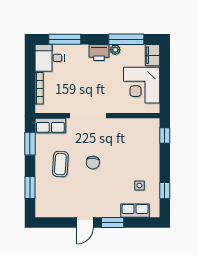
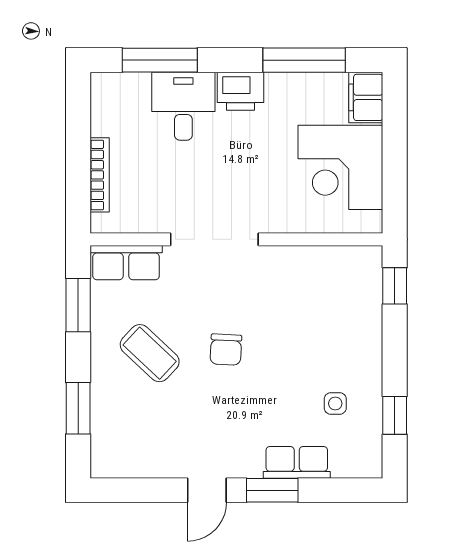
plant: (115, 50) -> (278, 84), removed
desk: (50, 58) -> (183, 106), moved, turned 90
coffee table: (60, 164) -> (150, 353), turned -51
row of seats: (135, 211) -> (297, 462), moved

